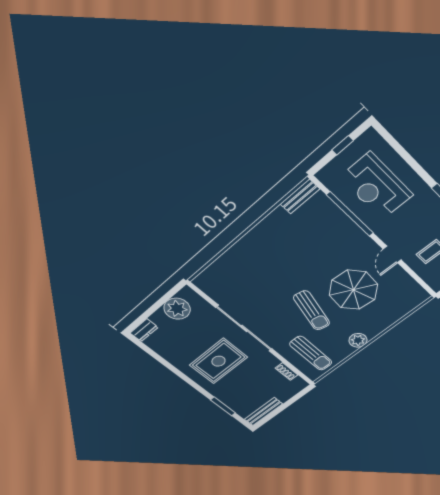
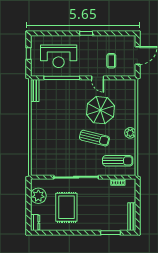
rug: (218, 361) -> (66, 207), moved

